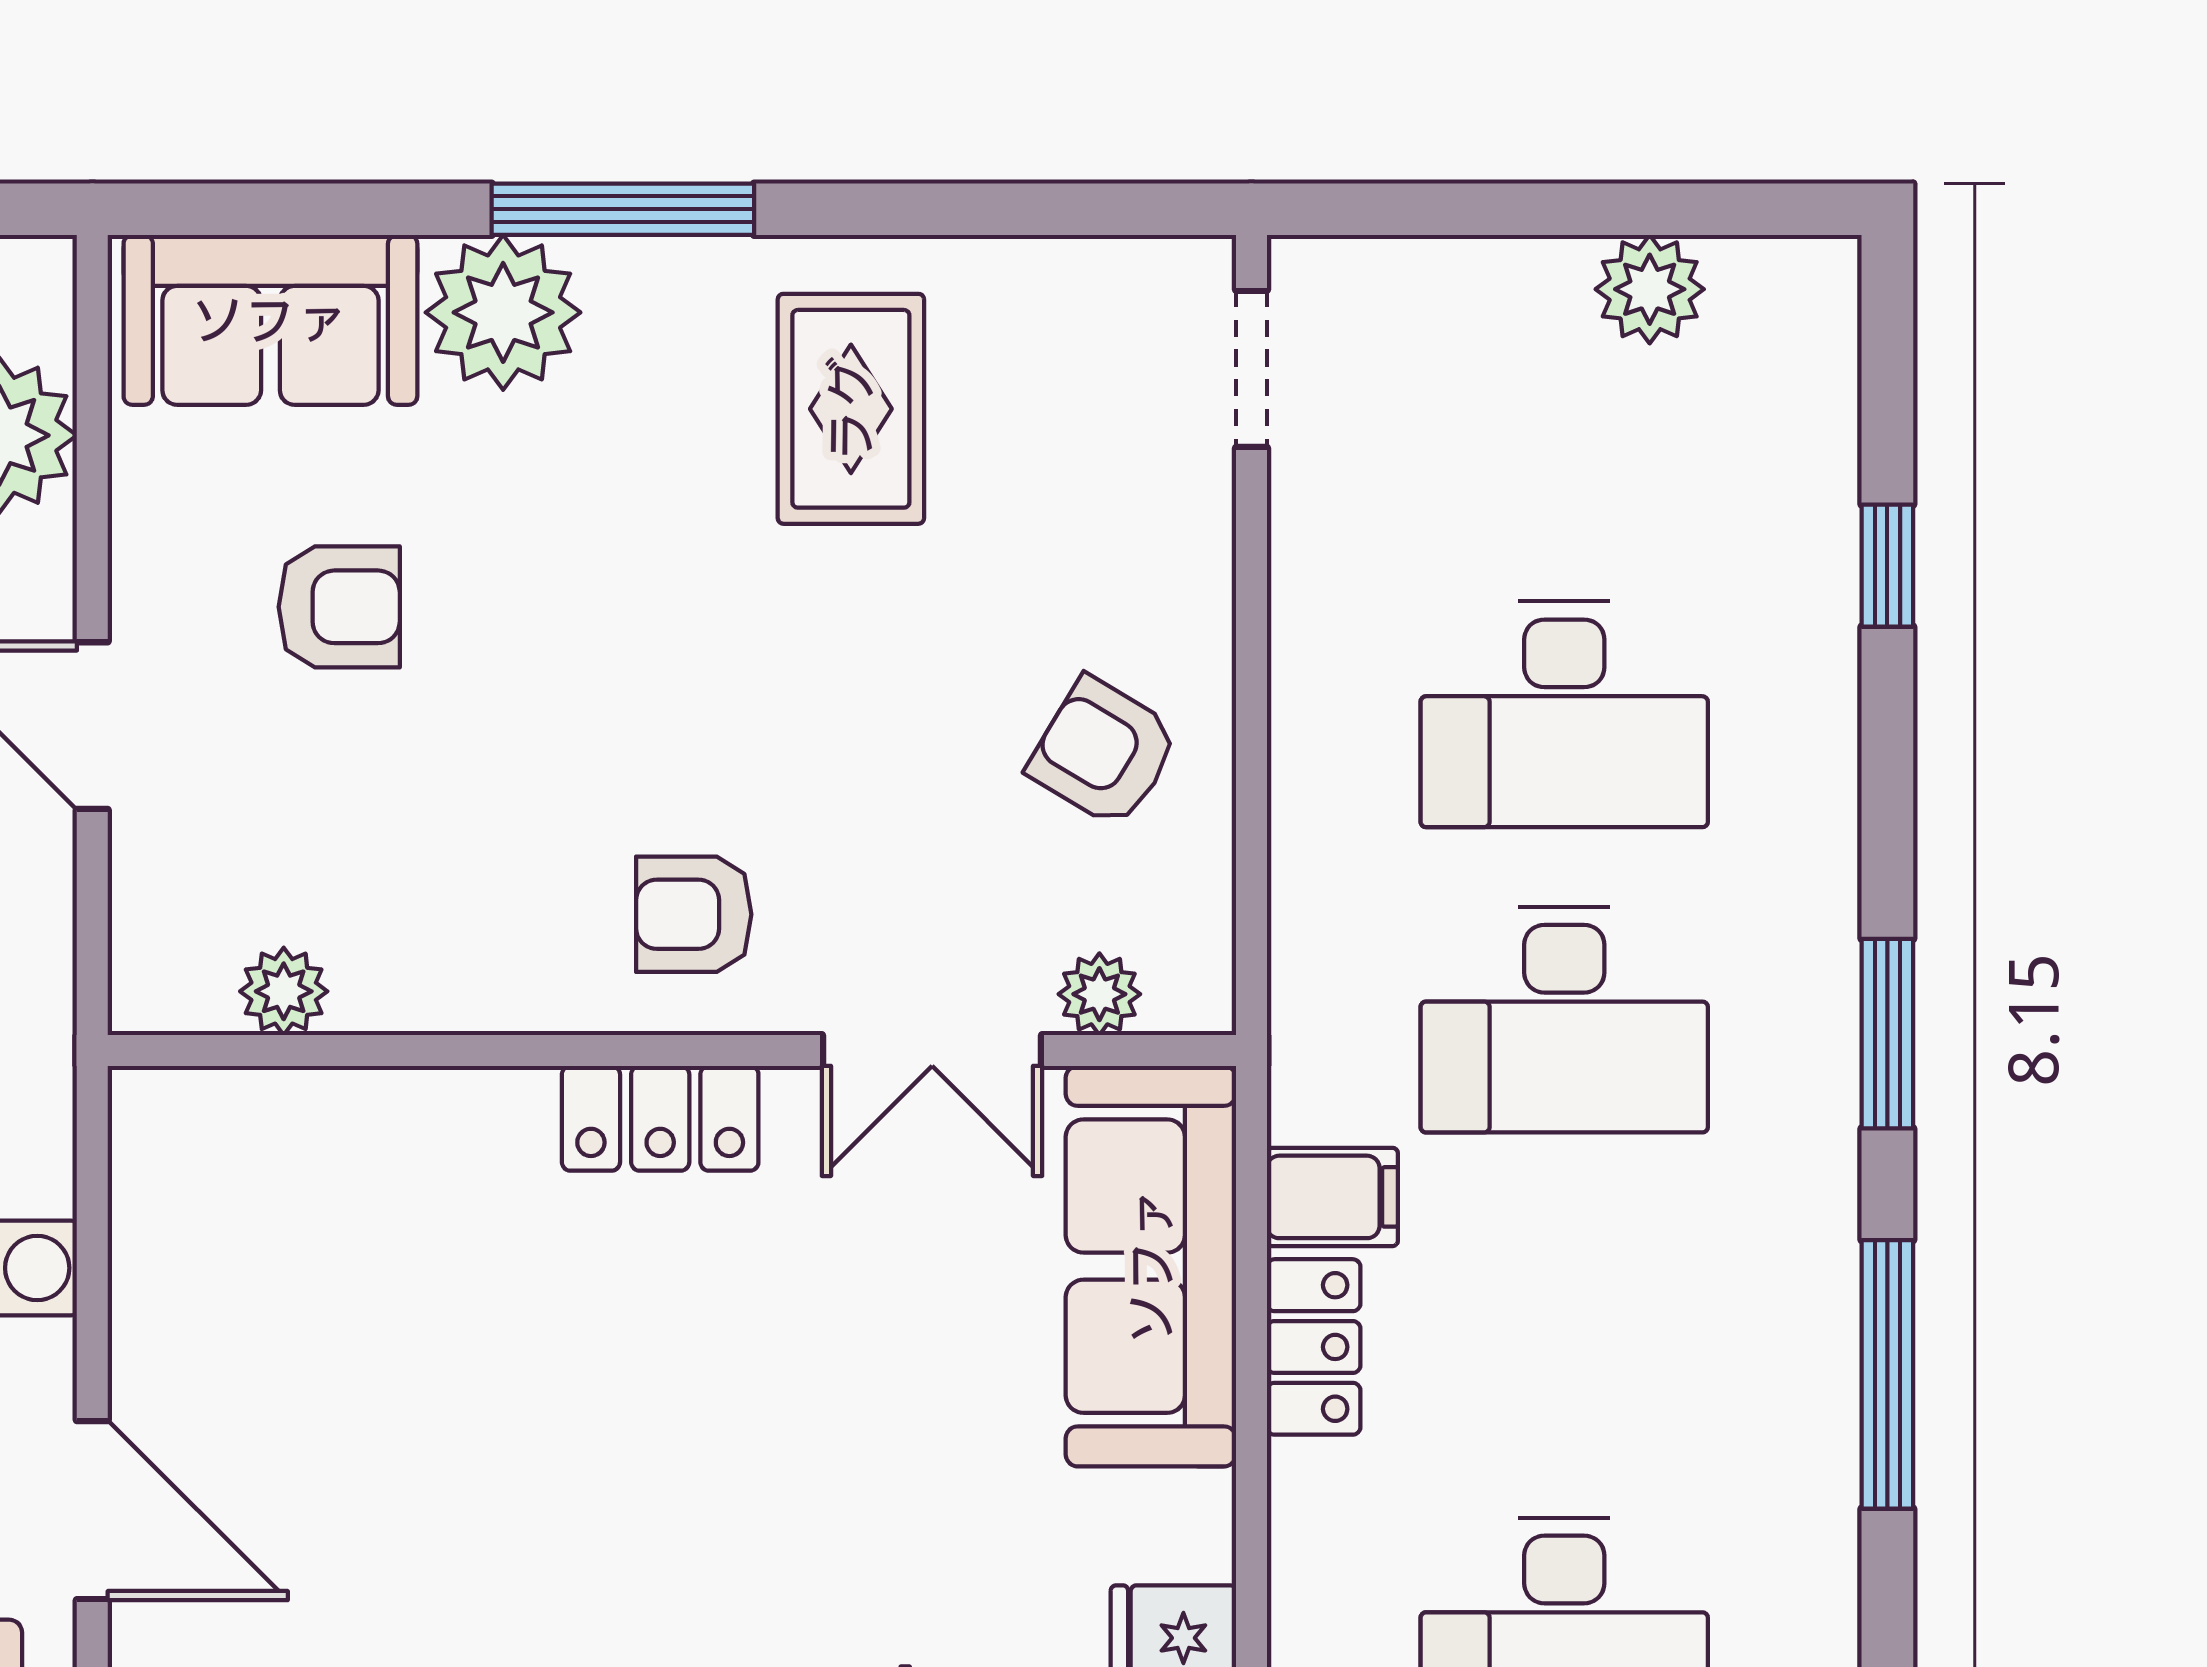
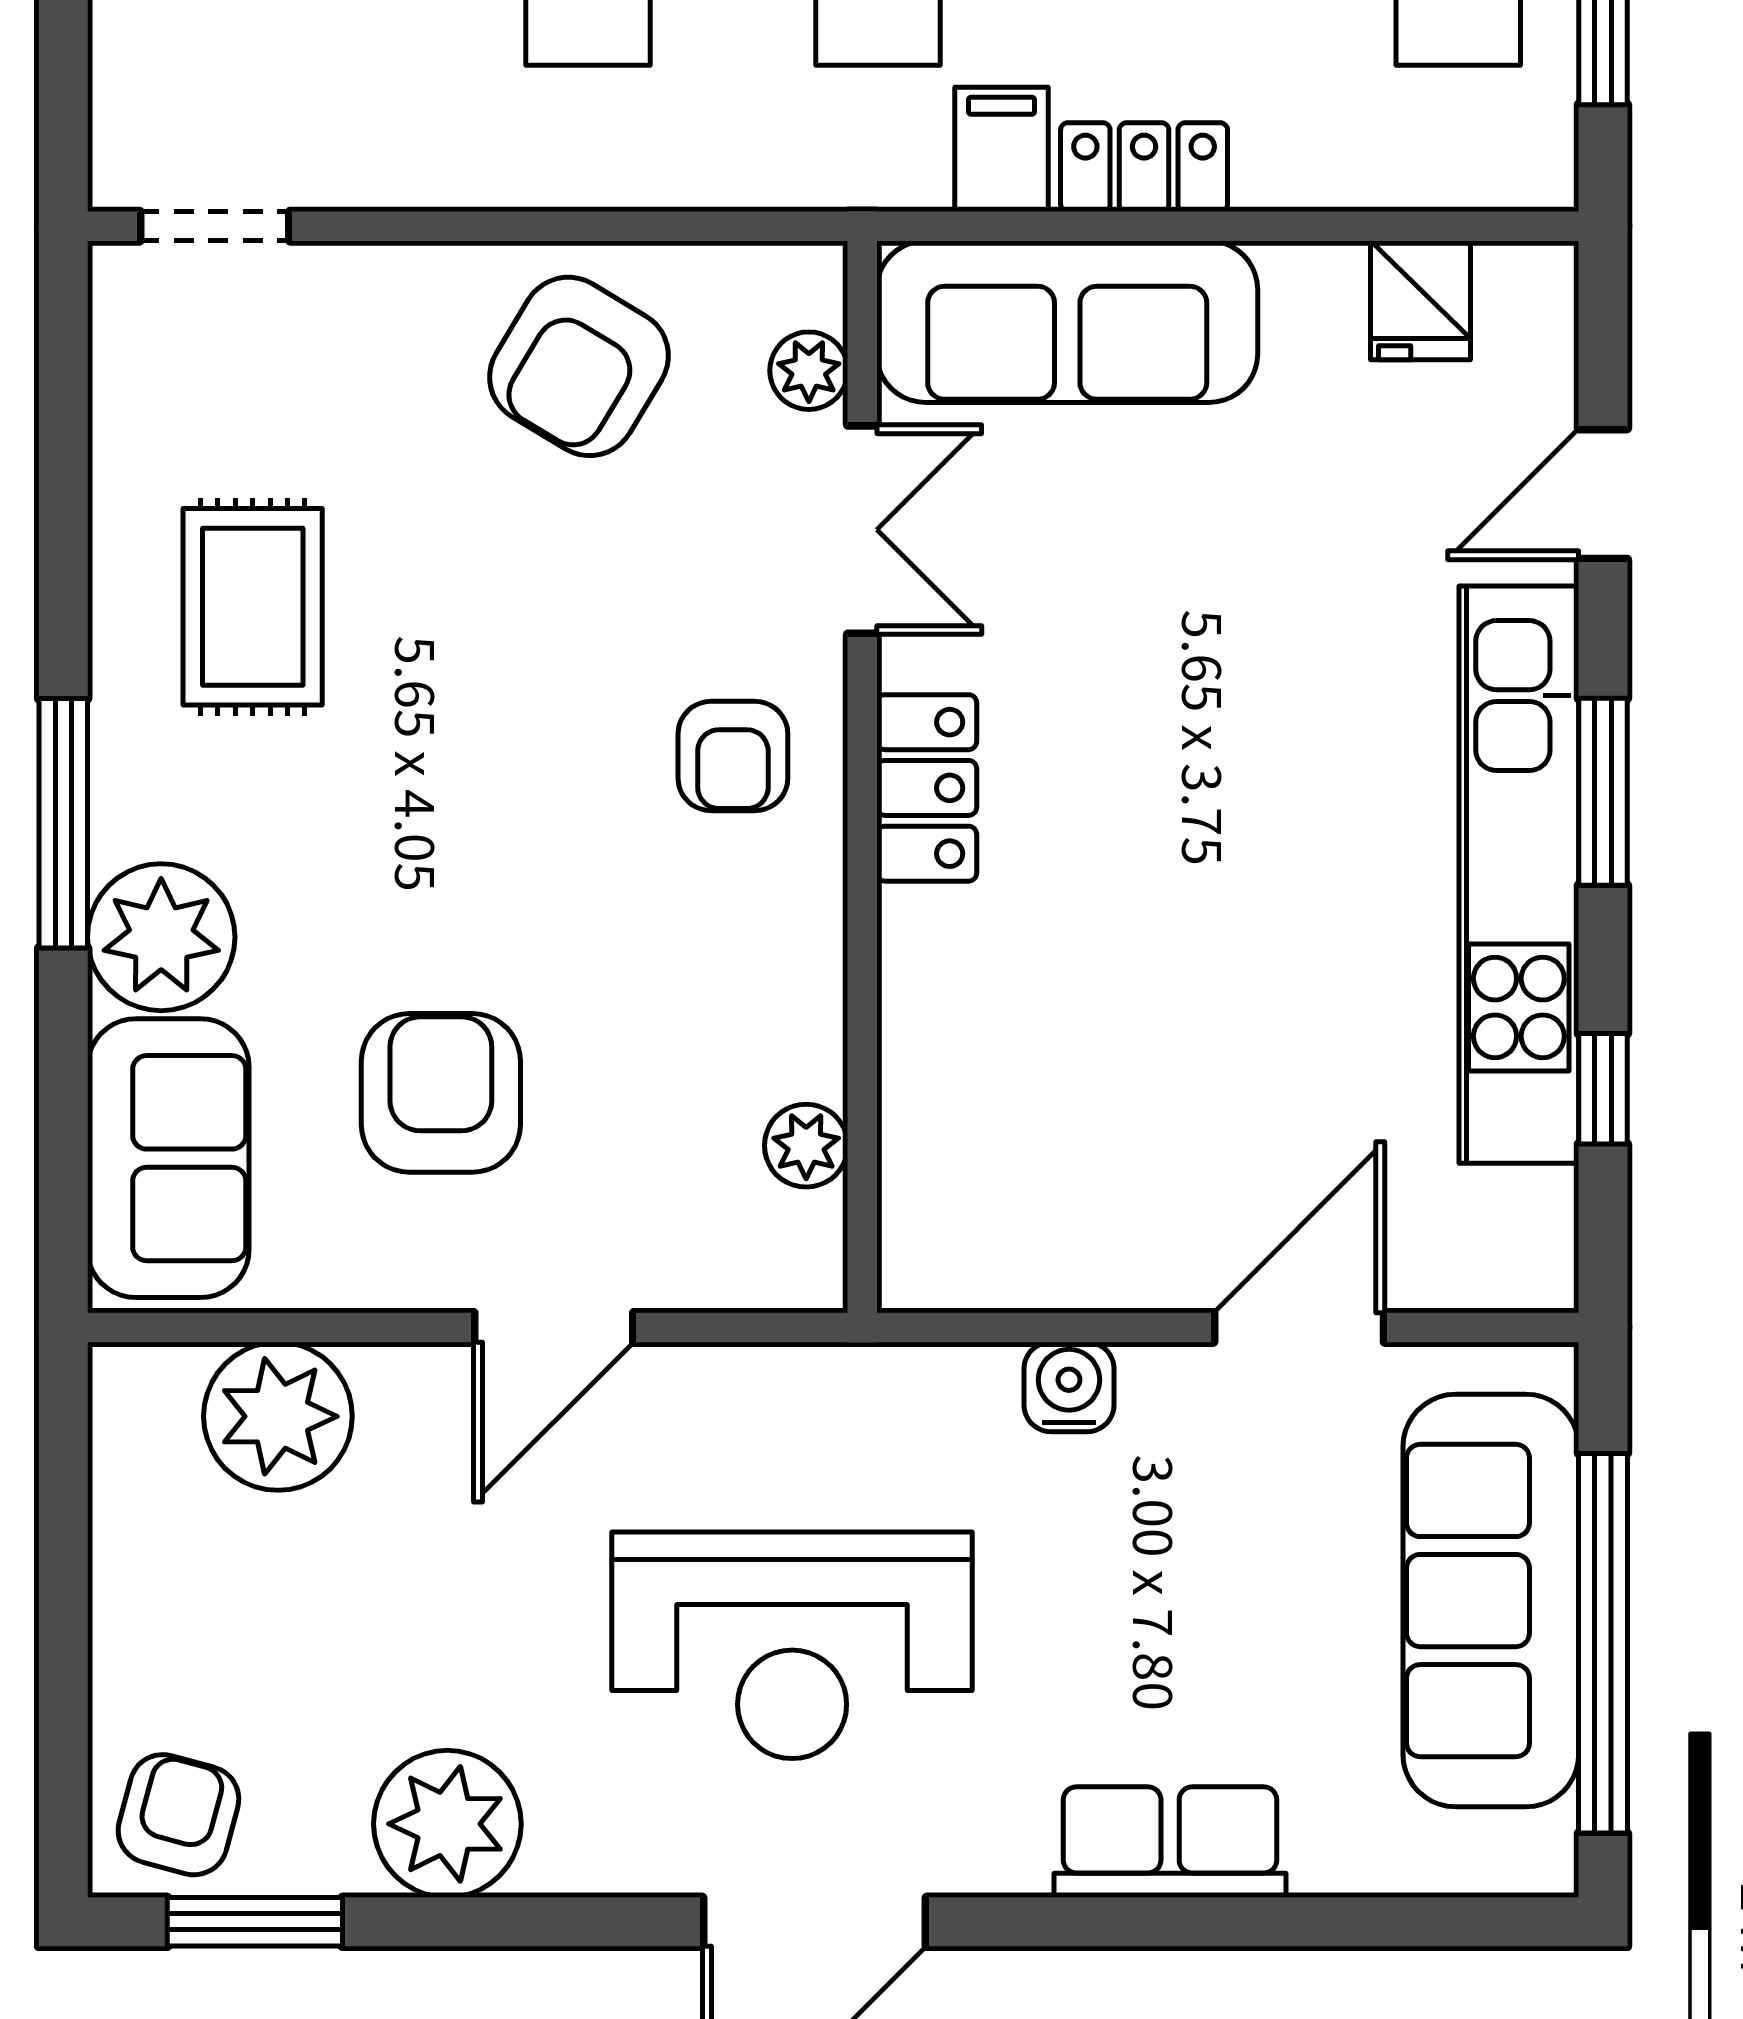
rug: (851, 409) -> (253, 607), turned 90
armchair: (339, 607) -> (441, 1093), width x1.38, depth x1.38
armchair: (1104, 752) -> (579, 366), width x1.38, depth x1.38

